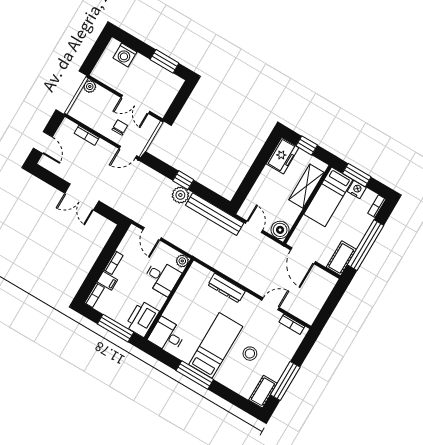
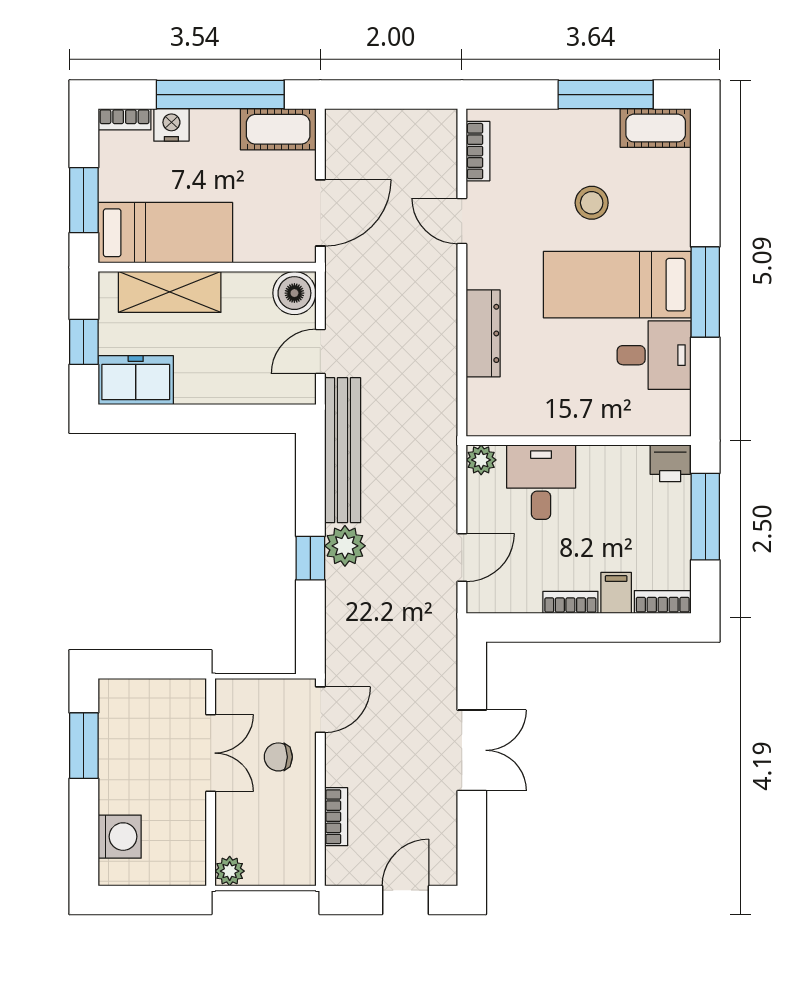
door: (128, 152) -> (320, 710), hinge flipped
nightstand: (357, 190) -> (171, 125), moved, turned 90
printer: (142, 319) -> (670, 463), width x0.53, depth x0.68
desk: (167, 335) -> (654, 355), moved, turned -90

